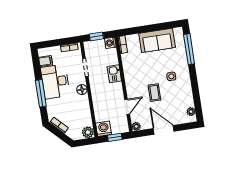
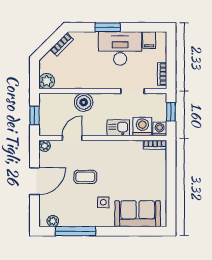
sofa: (157, 40) -> (138, 214), moved, turned 90
window: (189, 49) -> (76, 231), moved
floor lamp: (82, 90) -> (104, 82), removed
window: (41, 93) -> (108, 27), width x0.69
boiler: (99, 102) -> (84, 102), added
door: (127, 107) -> (72, 138), swing flipped
washing machine: (104, 129) -> (142, 126), moved, turned -90

